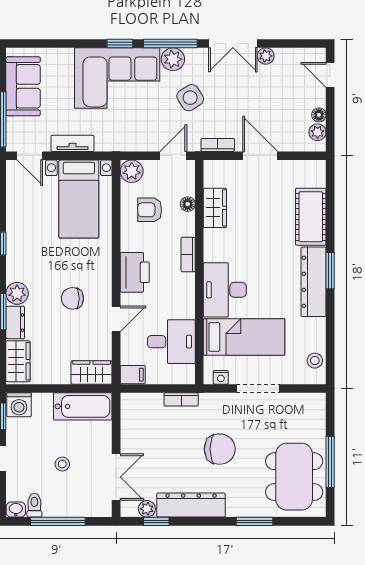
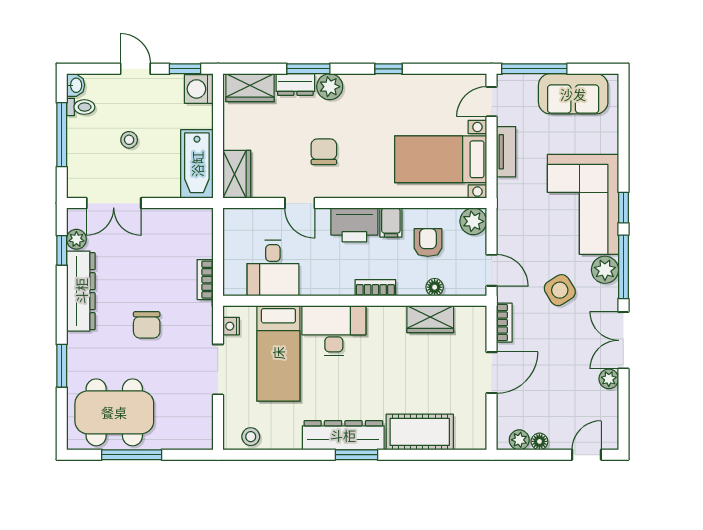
filing cabinet: (133, 375) -> (391, 223), moved
chair: (220, 449) -> (147, 325), width x0.73, depth x0.73

